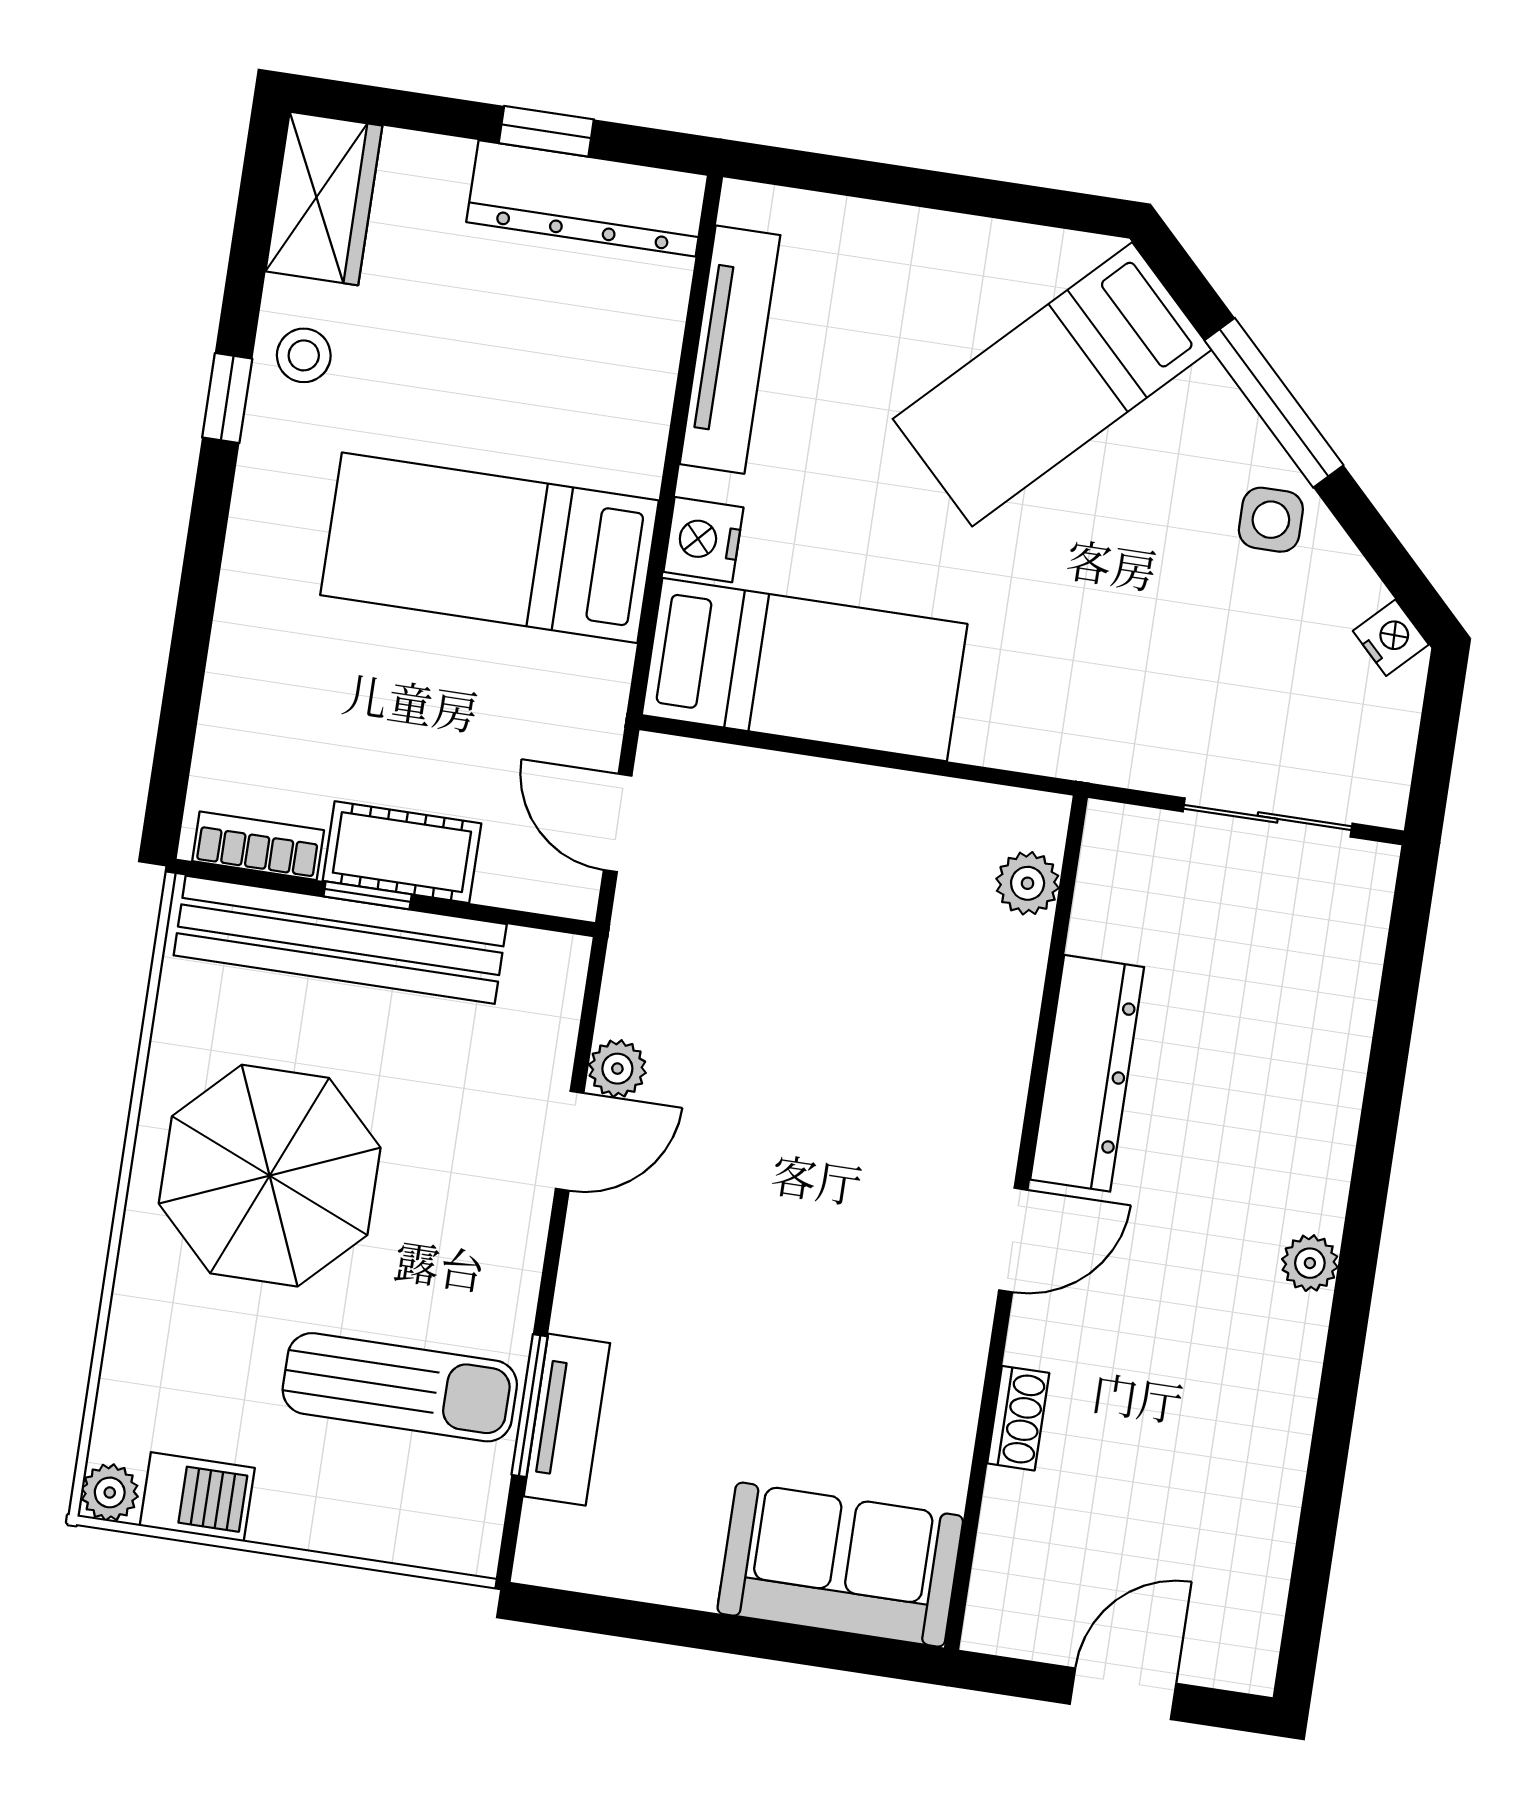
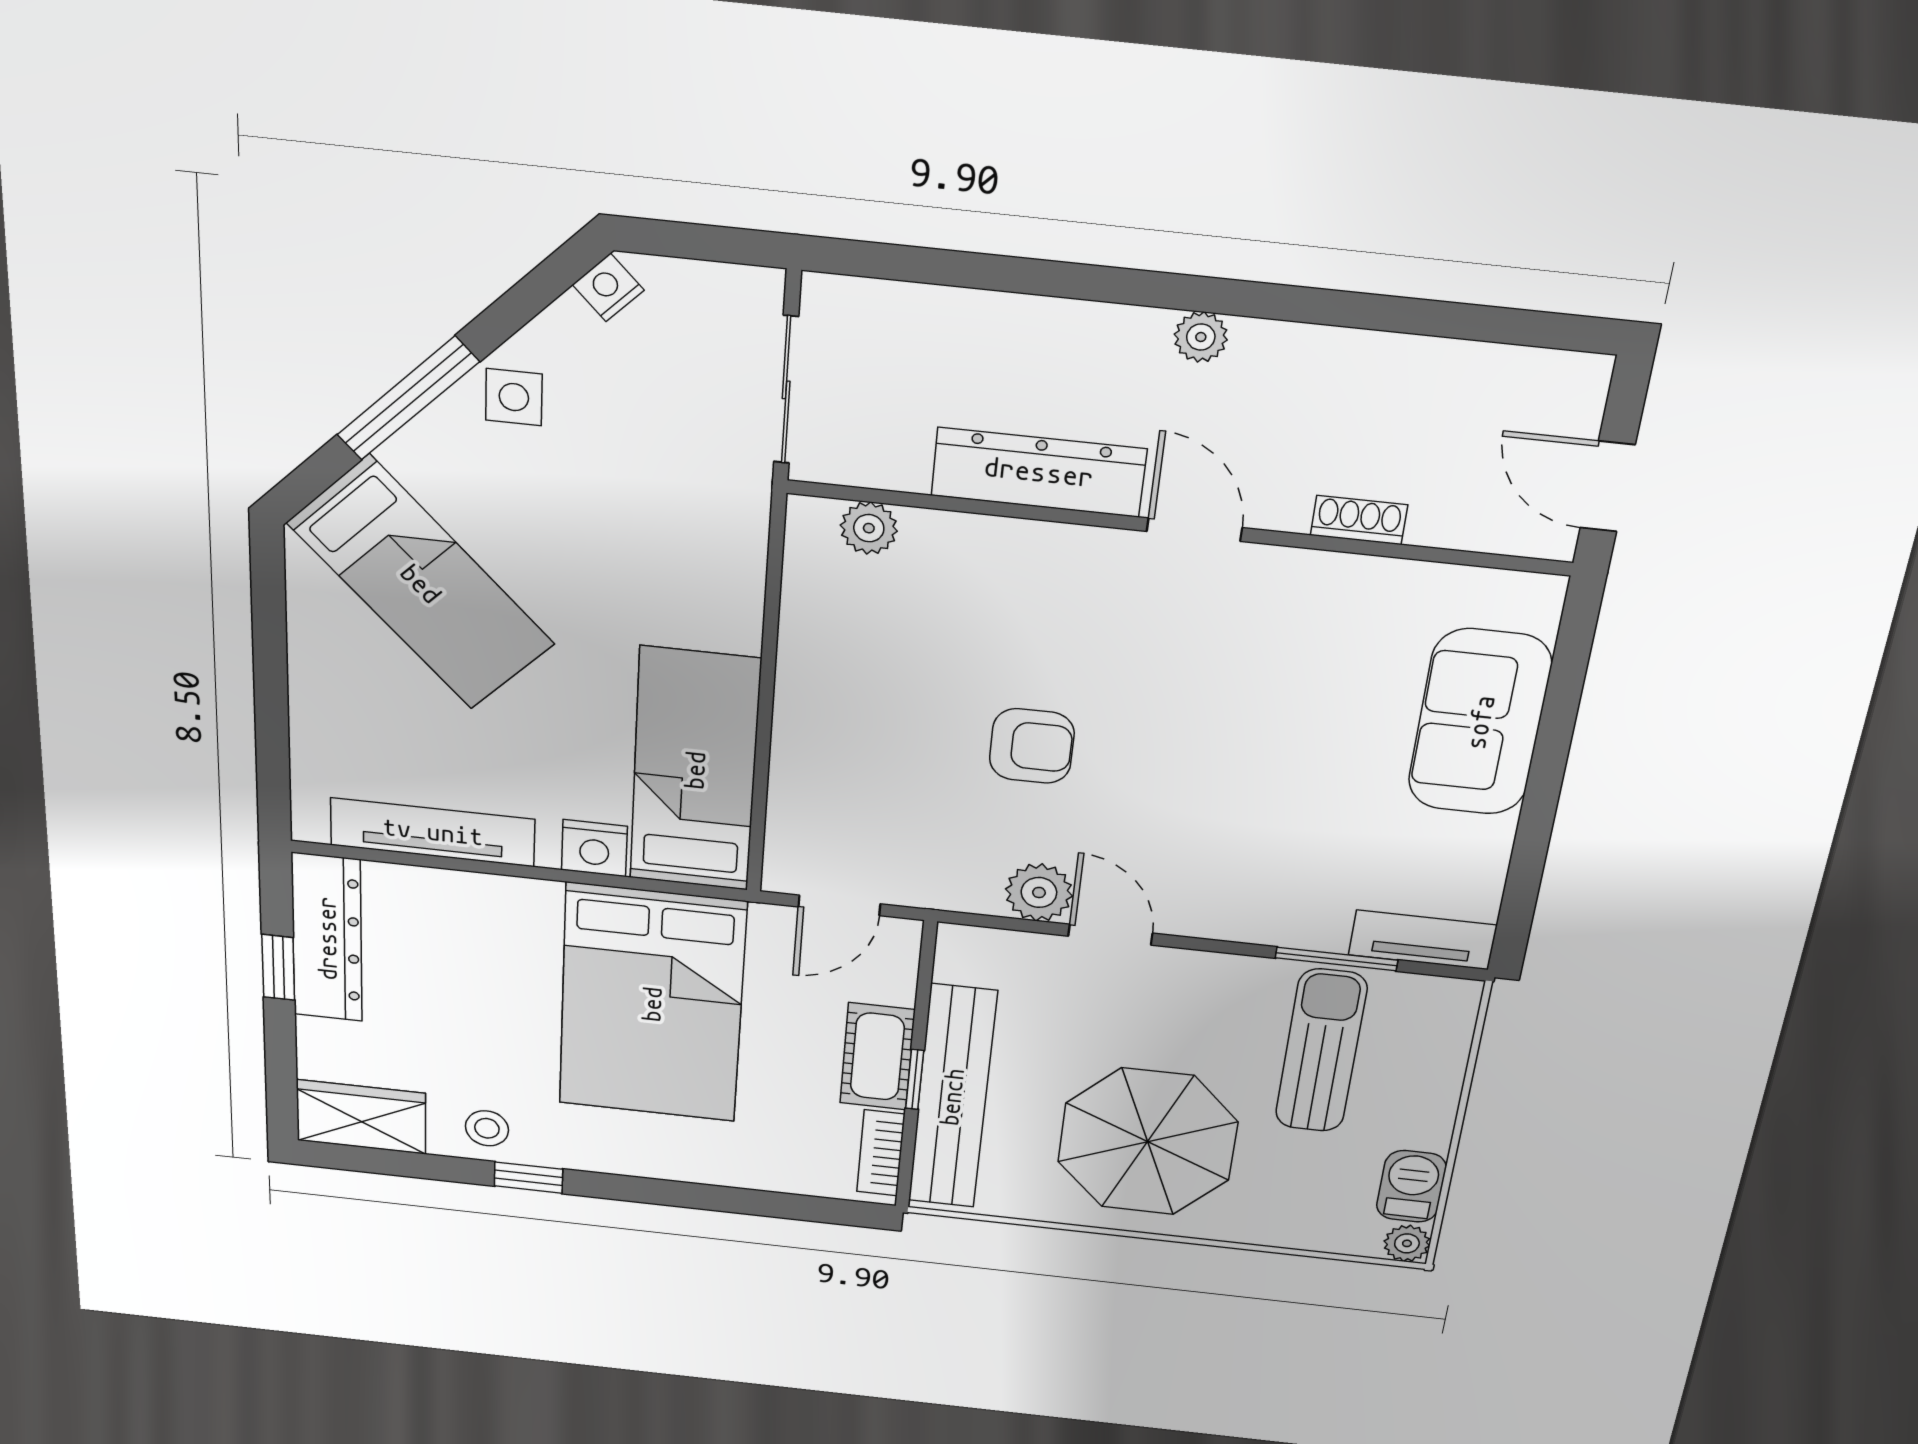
bed: (490, 548) -> (652, 1004), width x1.50
plant: (1028, 883) -> (869, 528), moved
armchair: (825, 1061) -> (1032, 746), added
plant: (617, 1069) -> (1039, 892), width x1.38, depth x1.38
dresser: (1087, 1073) -> (1039, 472), moved
wall: (1016, 1223) -> (1178, 528), moved
door: (1013, 1240) -> (1194, 530), moved
shoe rack: (1018, 1418) -> (1359, 520), moved
tv unit: (567, 1420) -> (1423, 940), moved

